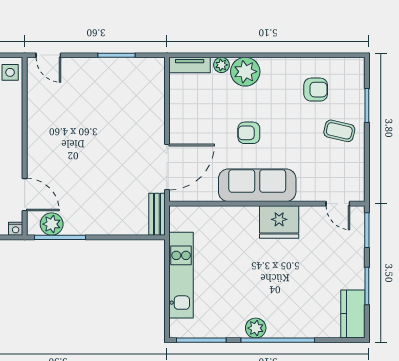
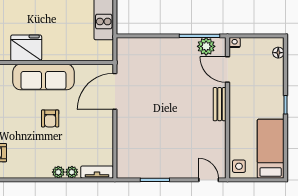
plant: (245, 72) -> (58, 172), width x0.53, depth x0.53
armchair: (249, 133) -> (50, 118), turned 90
bench: (157, 214) -> (220, 104), moved

